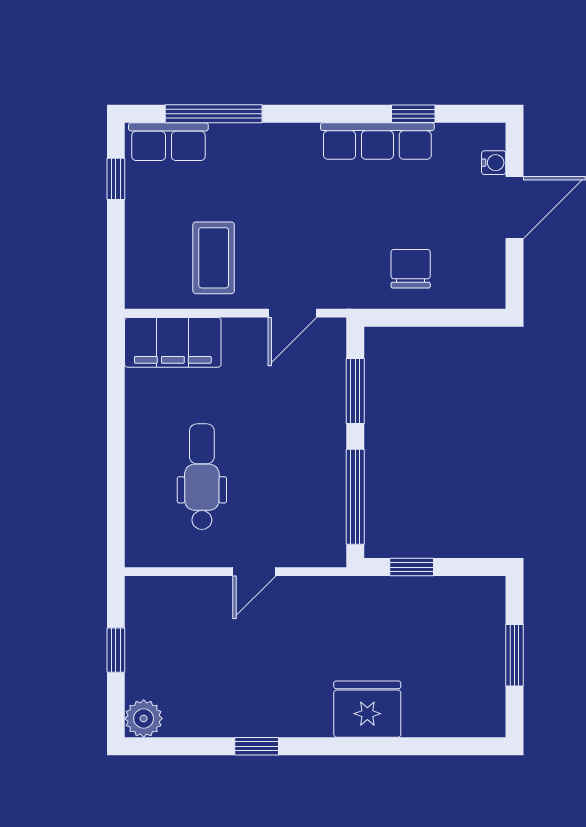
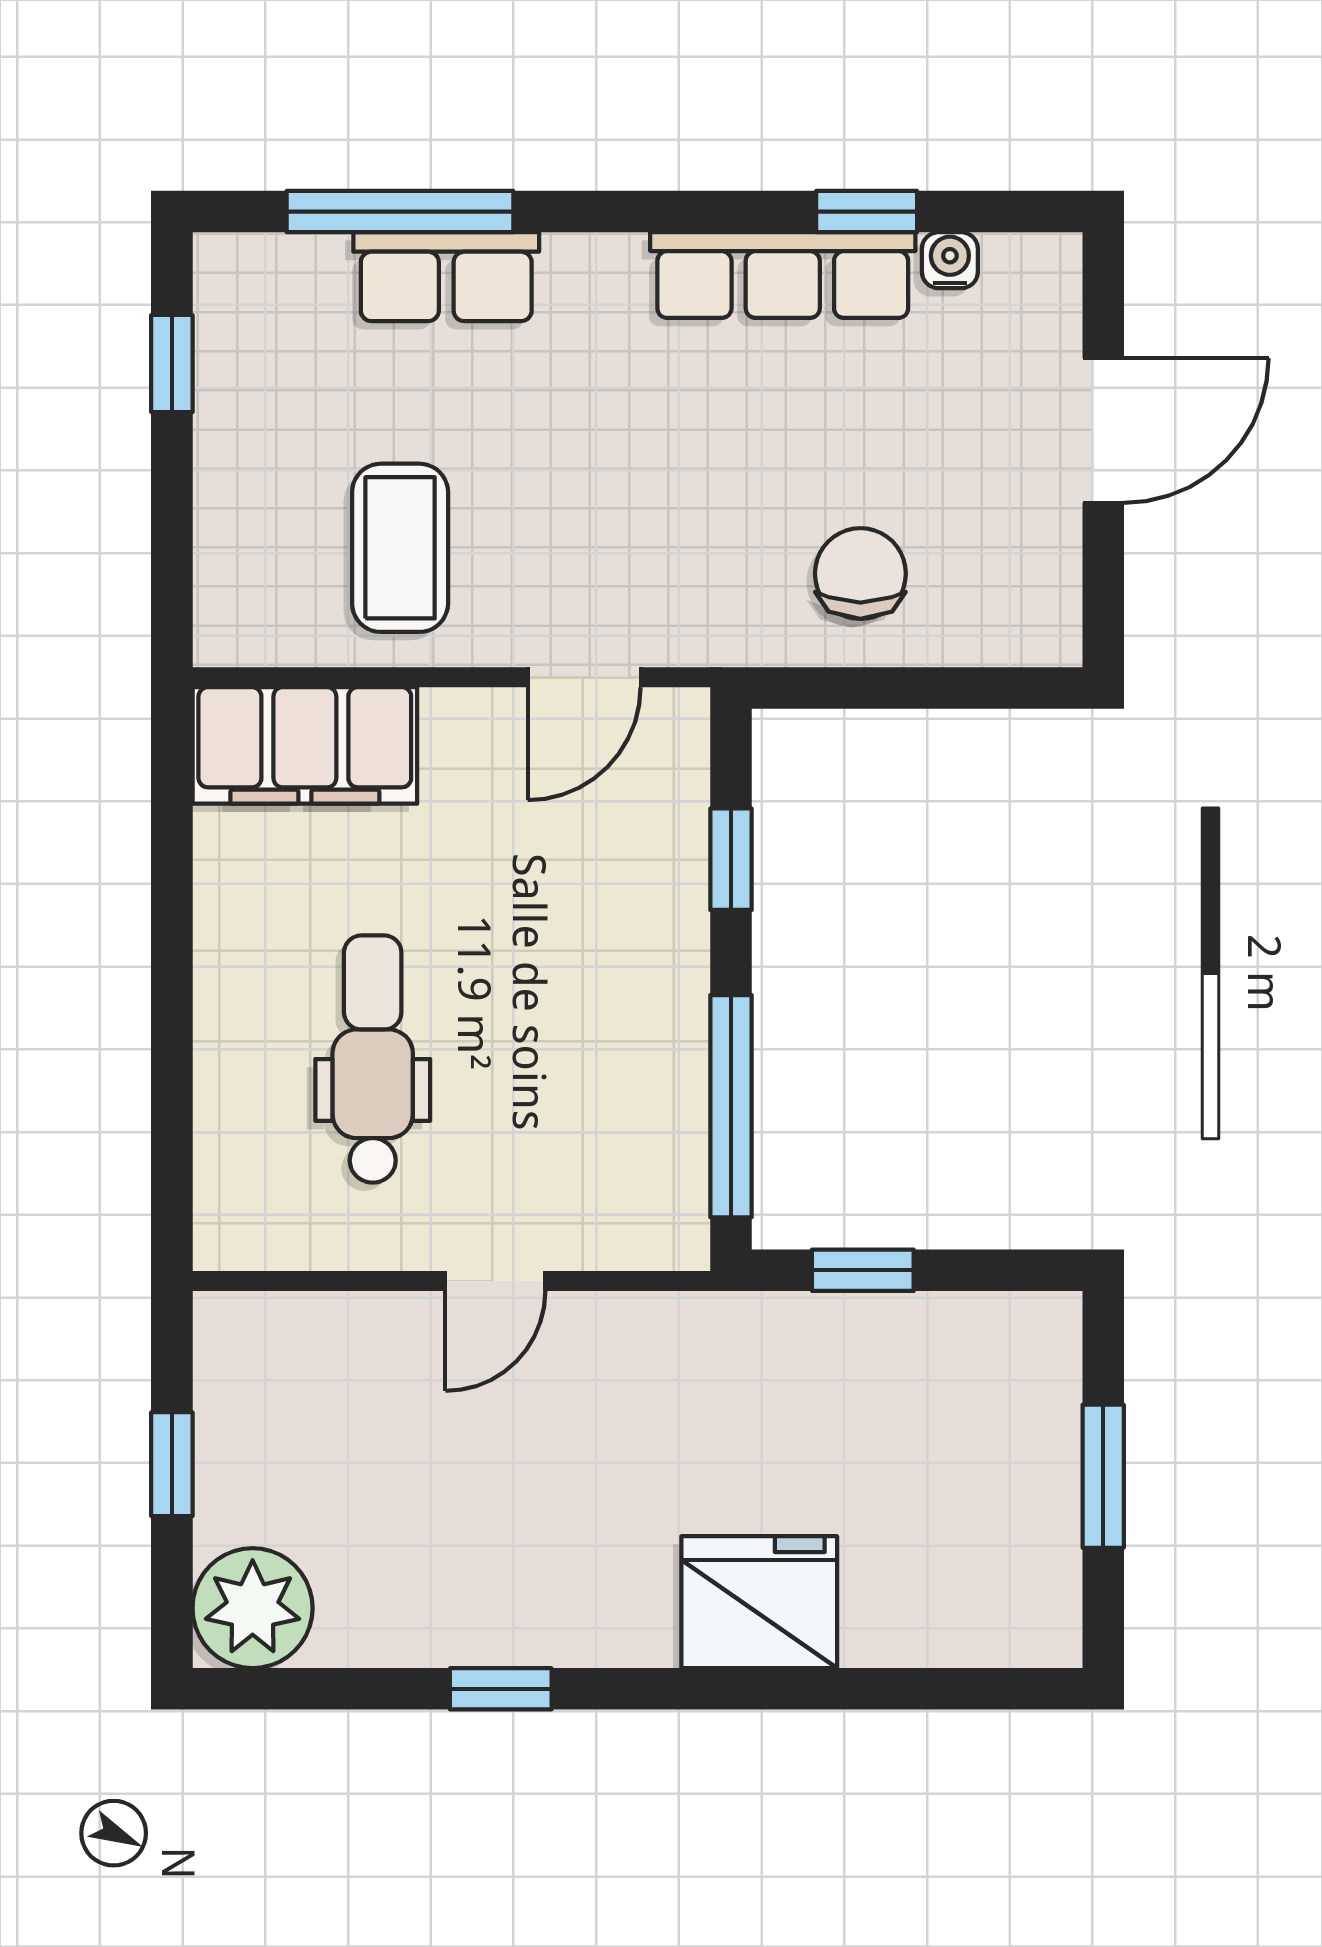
row of seats: (168, 142) -> (446, 277), moved
water cooler: (494, 163) -> (950, 260), moved, turned -90
window: (355, 391) -> (731, 859), width x0.67
plant: (144, 718) -> (253, 1608), width x1.36, depth x1.36

